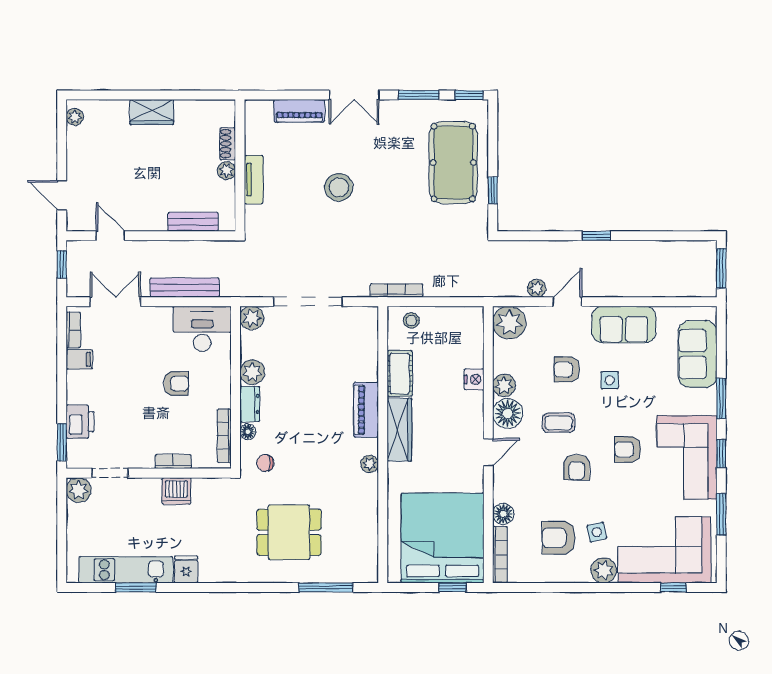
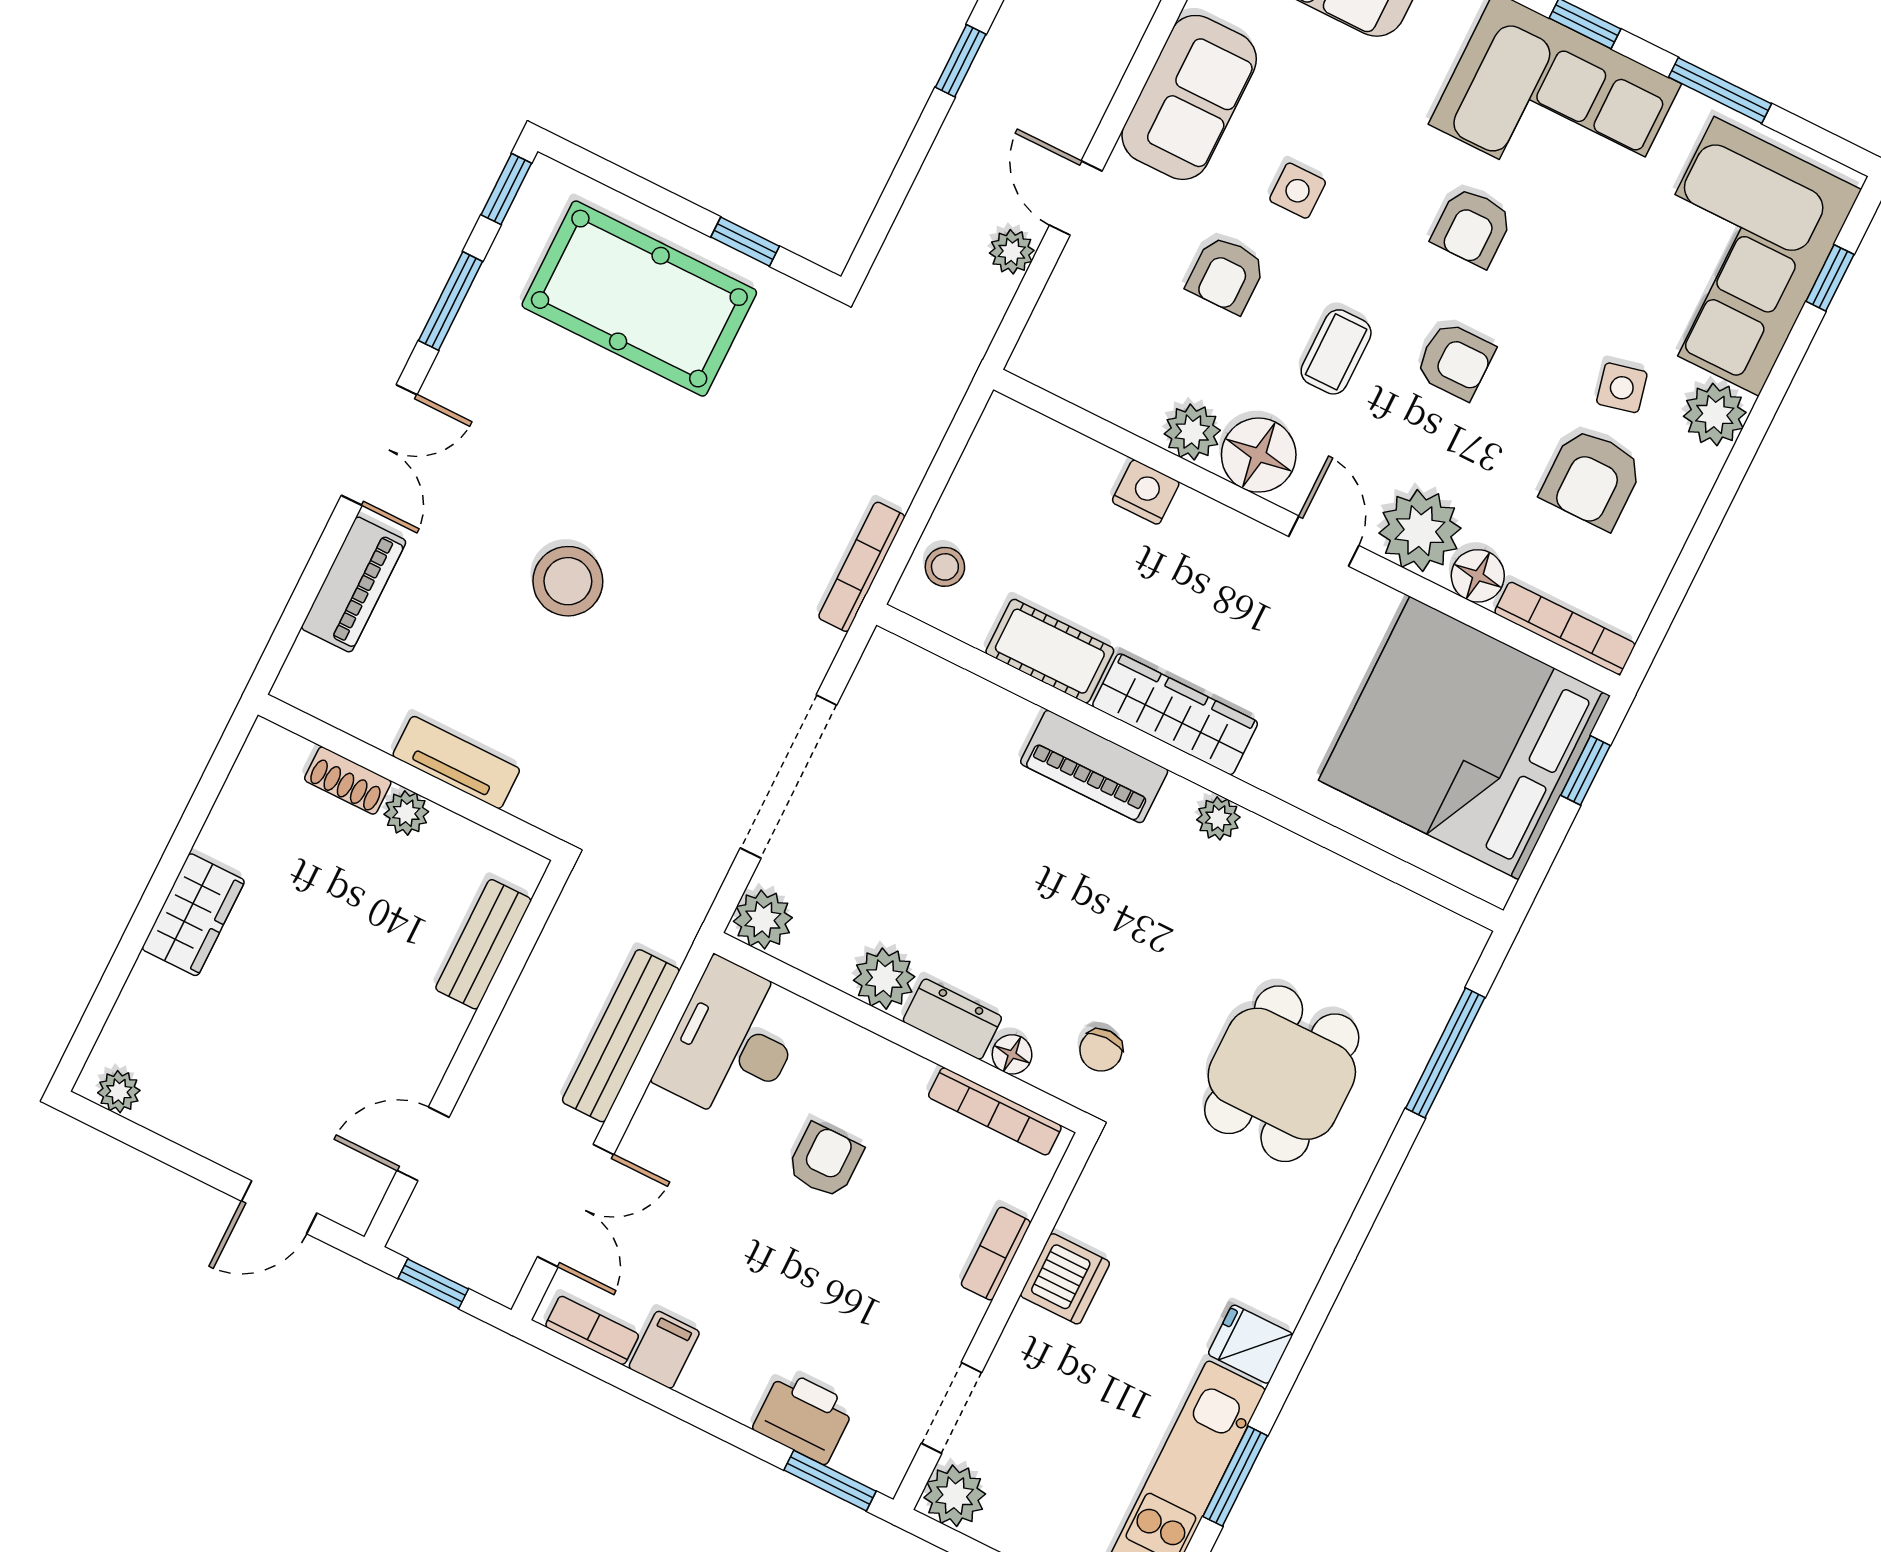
double door: (115, 302) -> (576, 1206), swing flipped
plant: (509, 323) -> (1420, 531), moved

